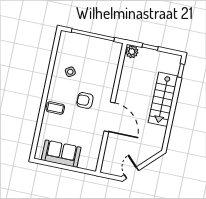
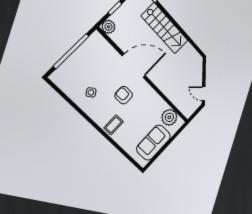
armchair: (85, 100) -> (124, 95), turned 90
door: (110, 117) -> (134, 66), moved
plant: (91, 154) -> (169, 117), added

